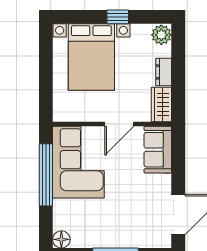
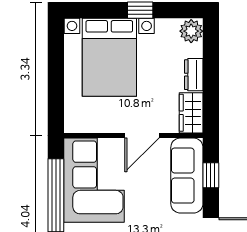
sofa: (158, 150) -> (187, 176), width x1.36
window: (178, 158) -> (211, 175), added

